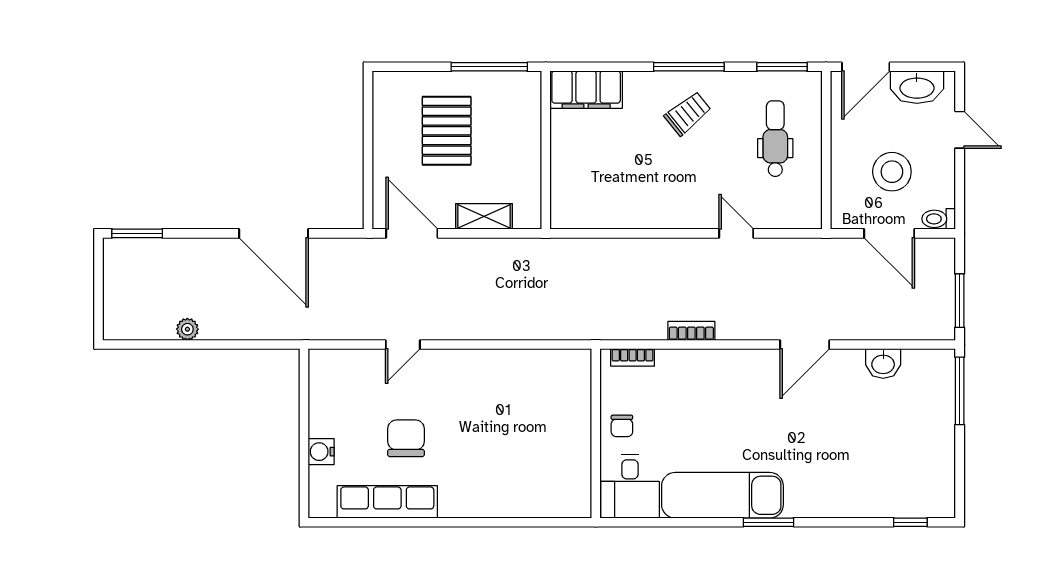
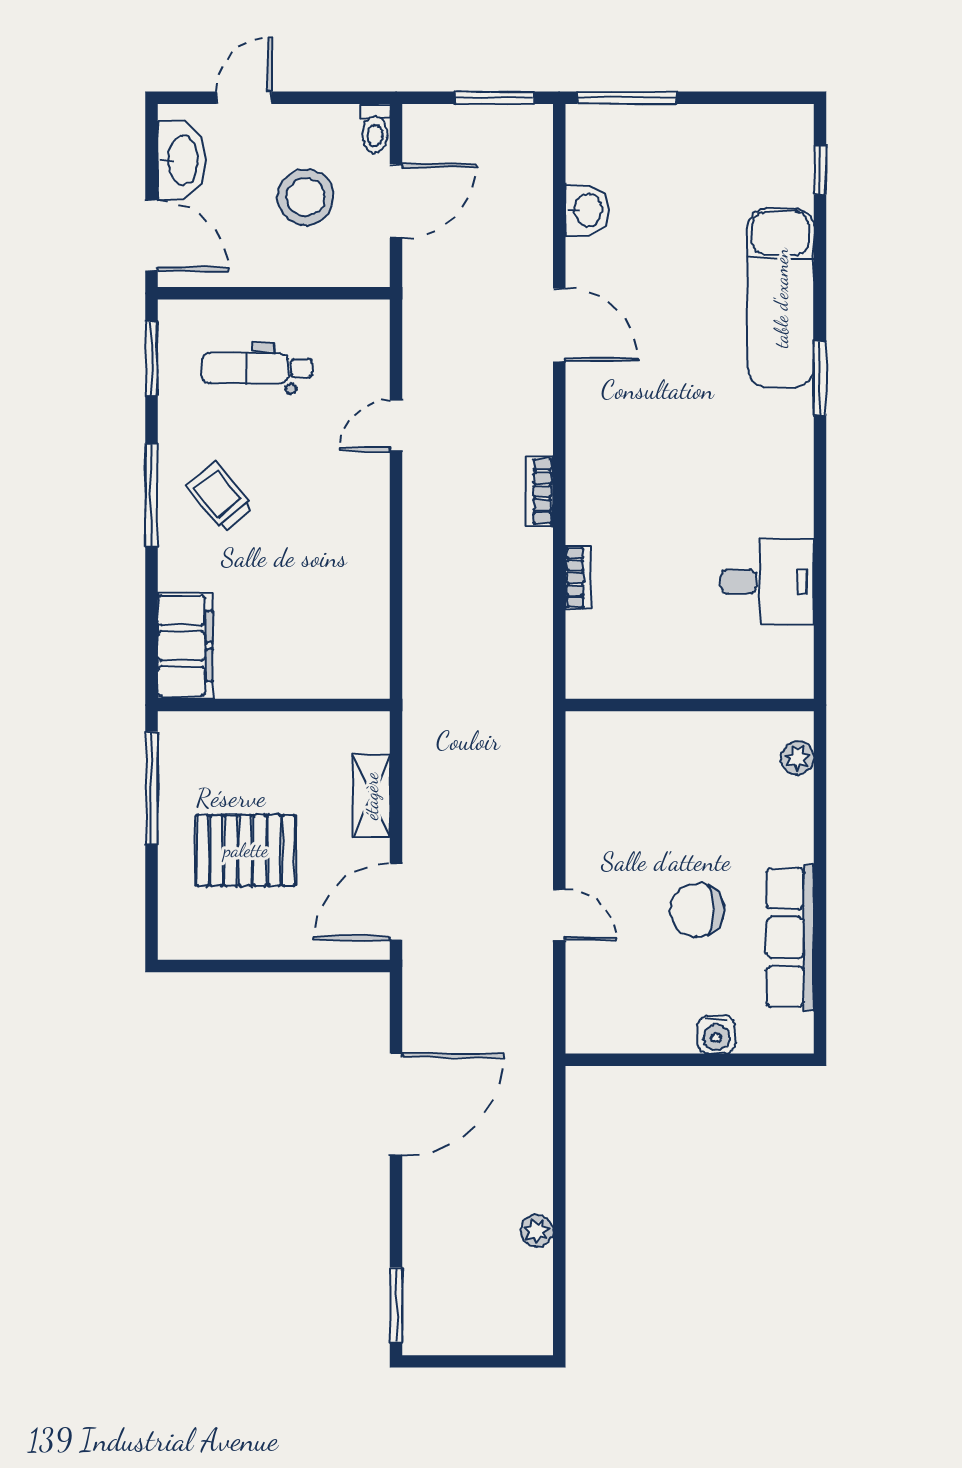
chair: (622, 426) -> (679, 593), removed
wall: (596, 433) -> (690, 705), moved
exam couch: (722, 495) -> (781, 298), moved
plant: (510, 507) -> (797, 758), added

